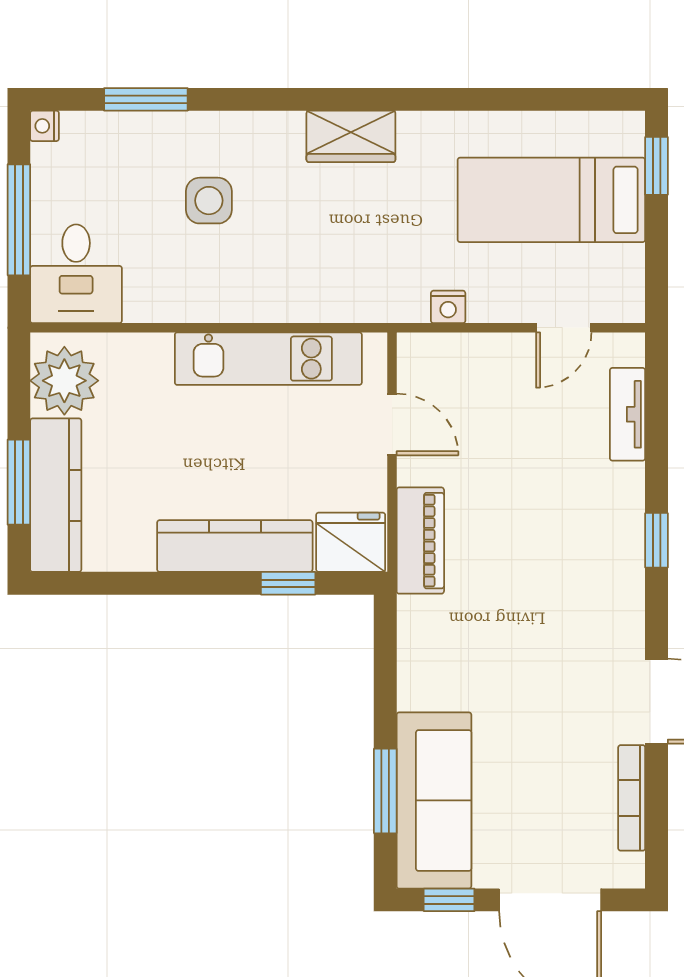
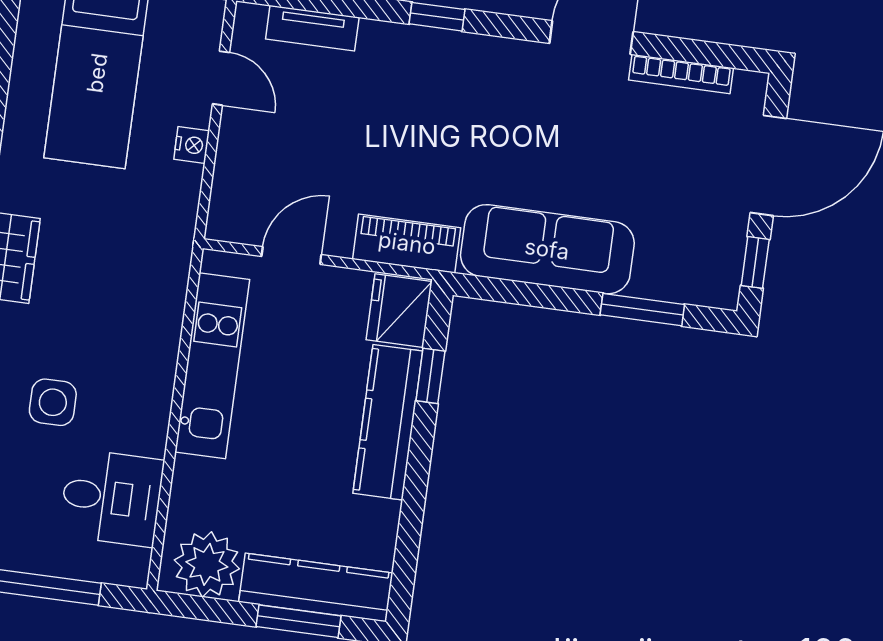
desk: (76, 274) -> (111, 498), moved
nightstand: (448, 307) -> (192, 145), moved
sofa: (434, 800) -> (547, 249), moved

